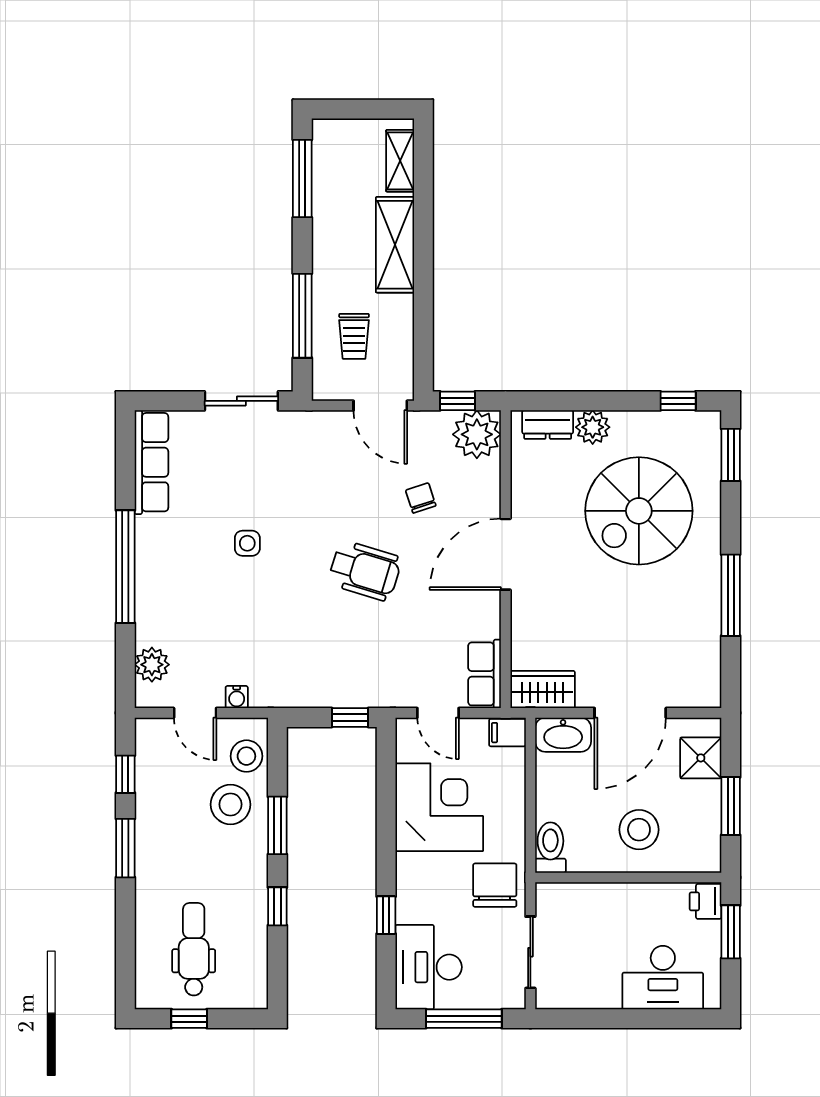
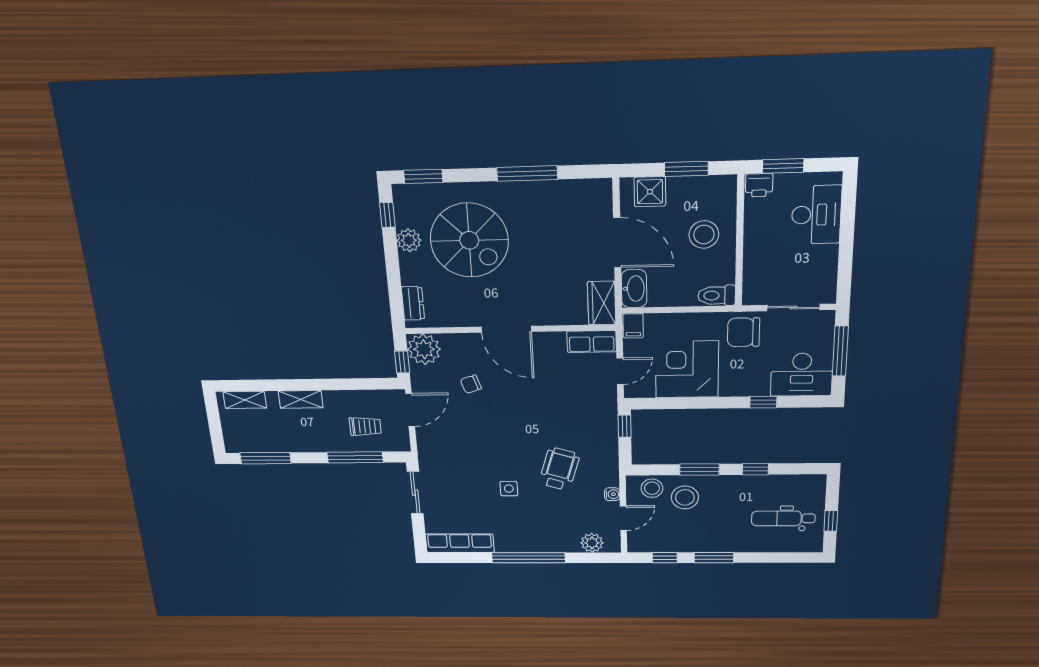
shelving: (395, 245) -> (301, 399), width x0.67, depth x0.75
plant: (593, 427) -> (409, 240), moved
wheelchair: (365, 571) -> (559, 469), moved

